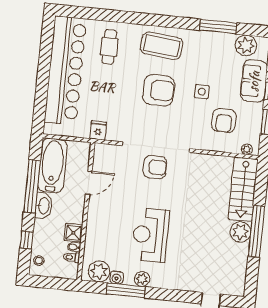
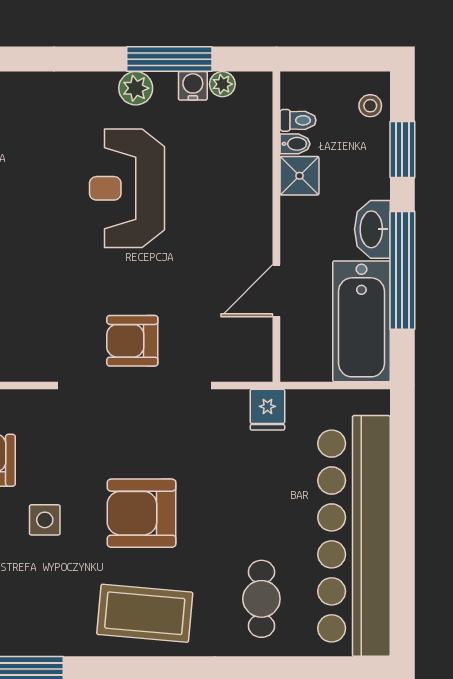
reception desk: (150, 235) -> (127, 188), turned 180
window: (27, 240) -> (402, 149), width x1.50
plant: (99, 271) -> (222, 84), width x0.53, depth x0.53

